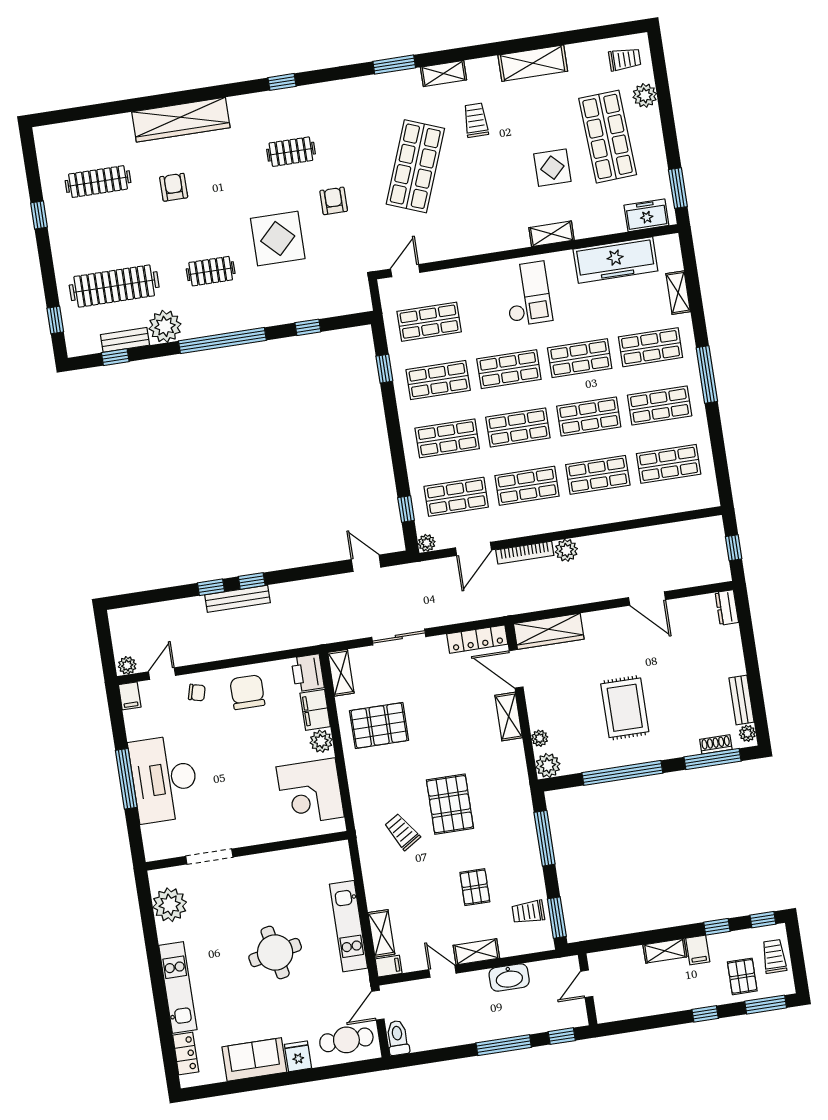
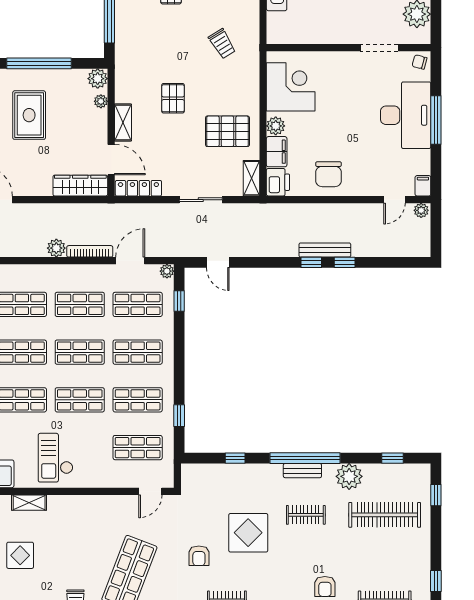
bench: (125, 340) -> (302, 471), moved
chair: (197, 693) -> (419, 62), moved
pallet: (450, 804) -> (173, 98), moved, width x0.67, depth x0.71

